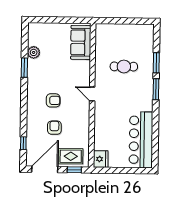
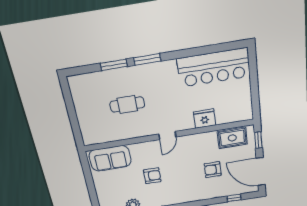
cafe table: (124, 66) -> (127, 104), turned 90
armchair: (53, 100) -> (152, 176), moved, turned 90
rug: (71, 156) -> (232, 138), moved, turned 90
fridge: (101, 159) -> (205, 119), moved

